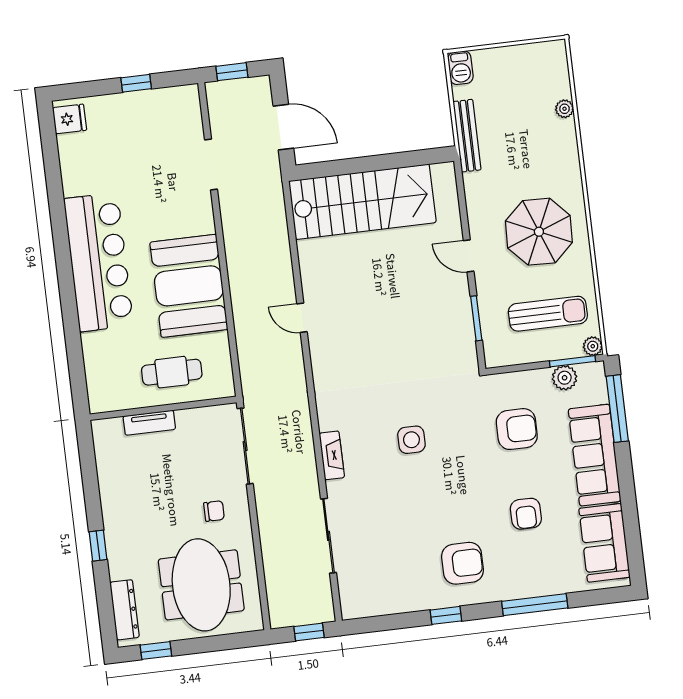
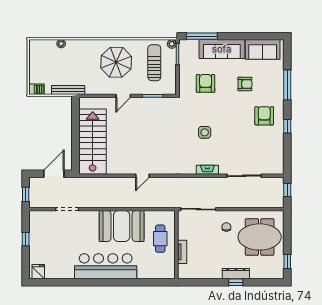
plant: (565, 378) -> (185, 59), removed
dresser: (125, 610) -> (236, 274), moved

